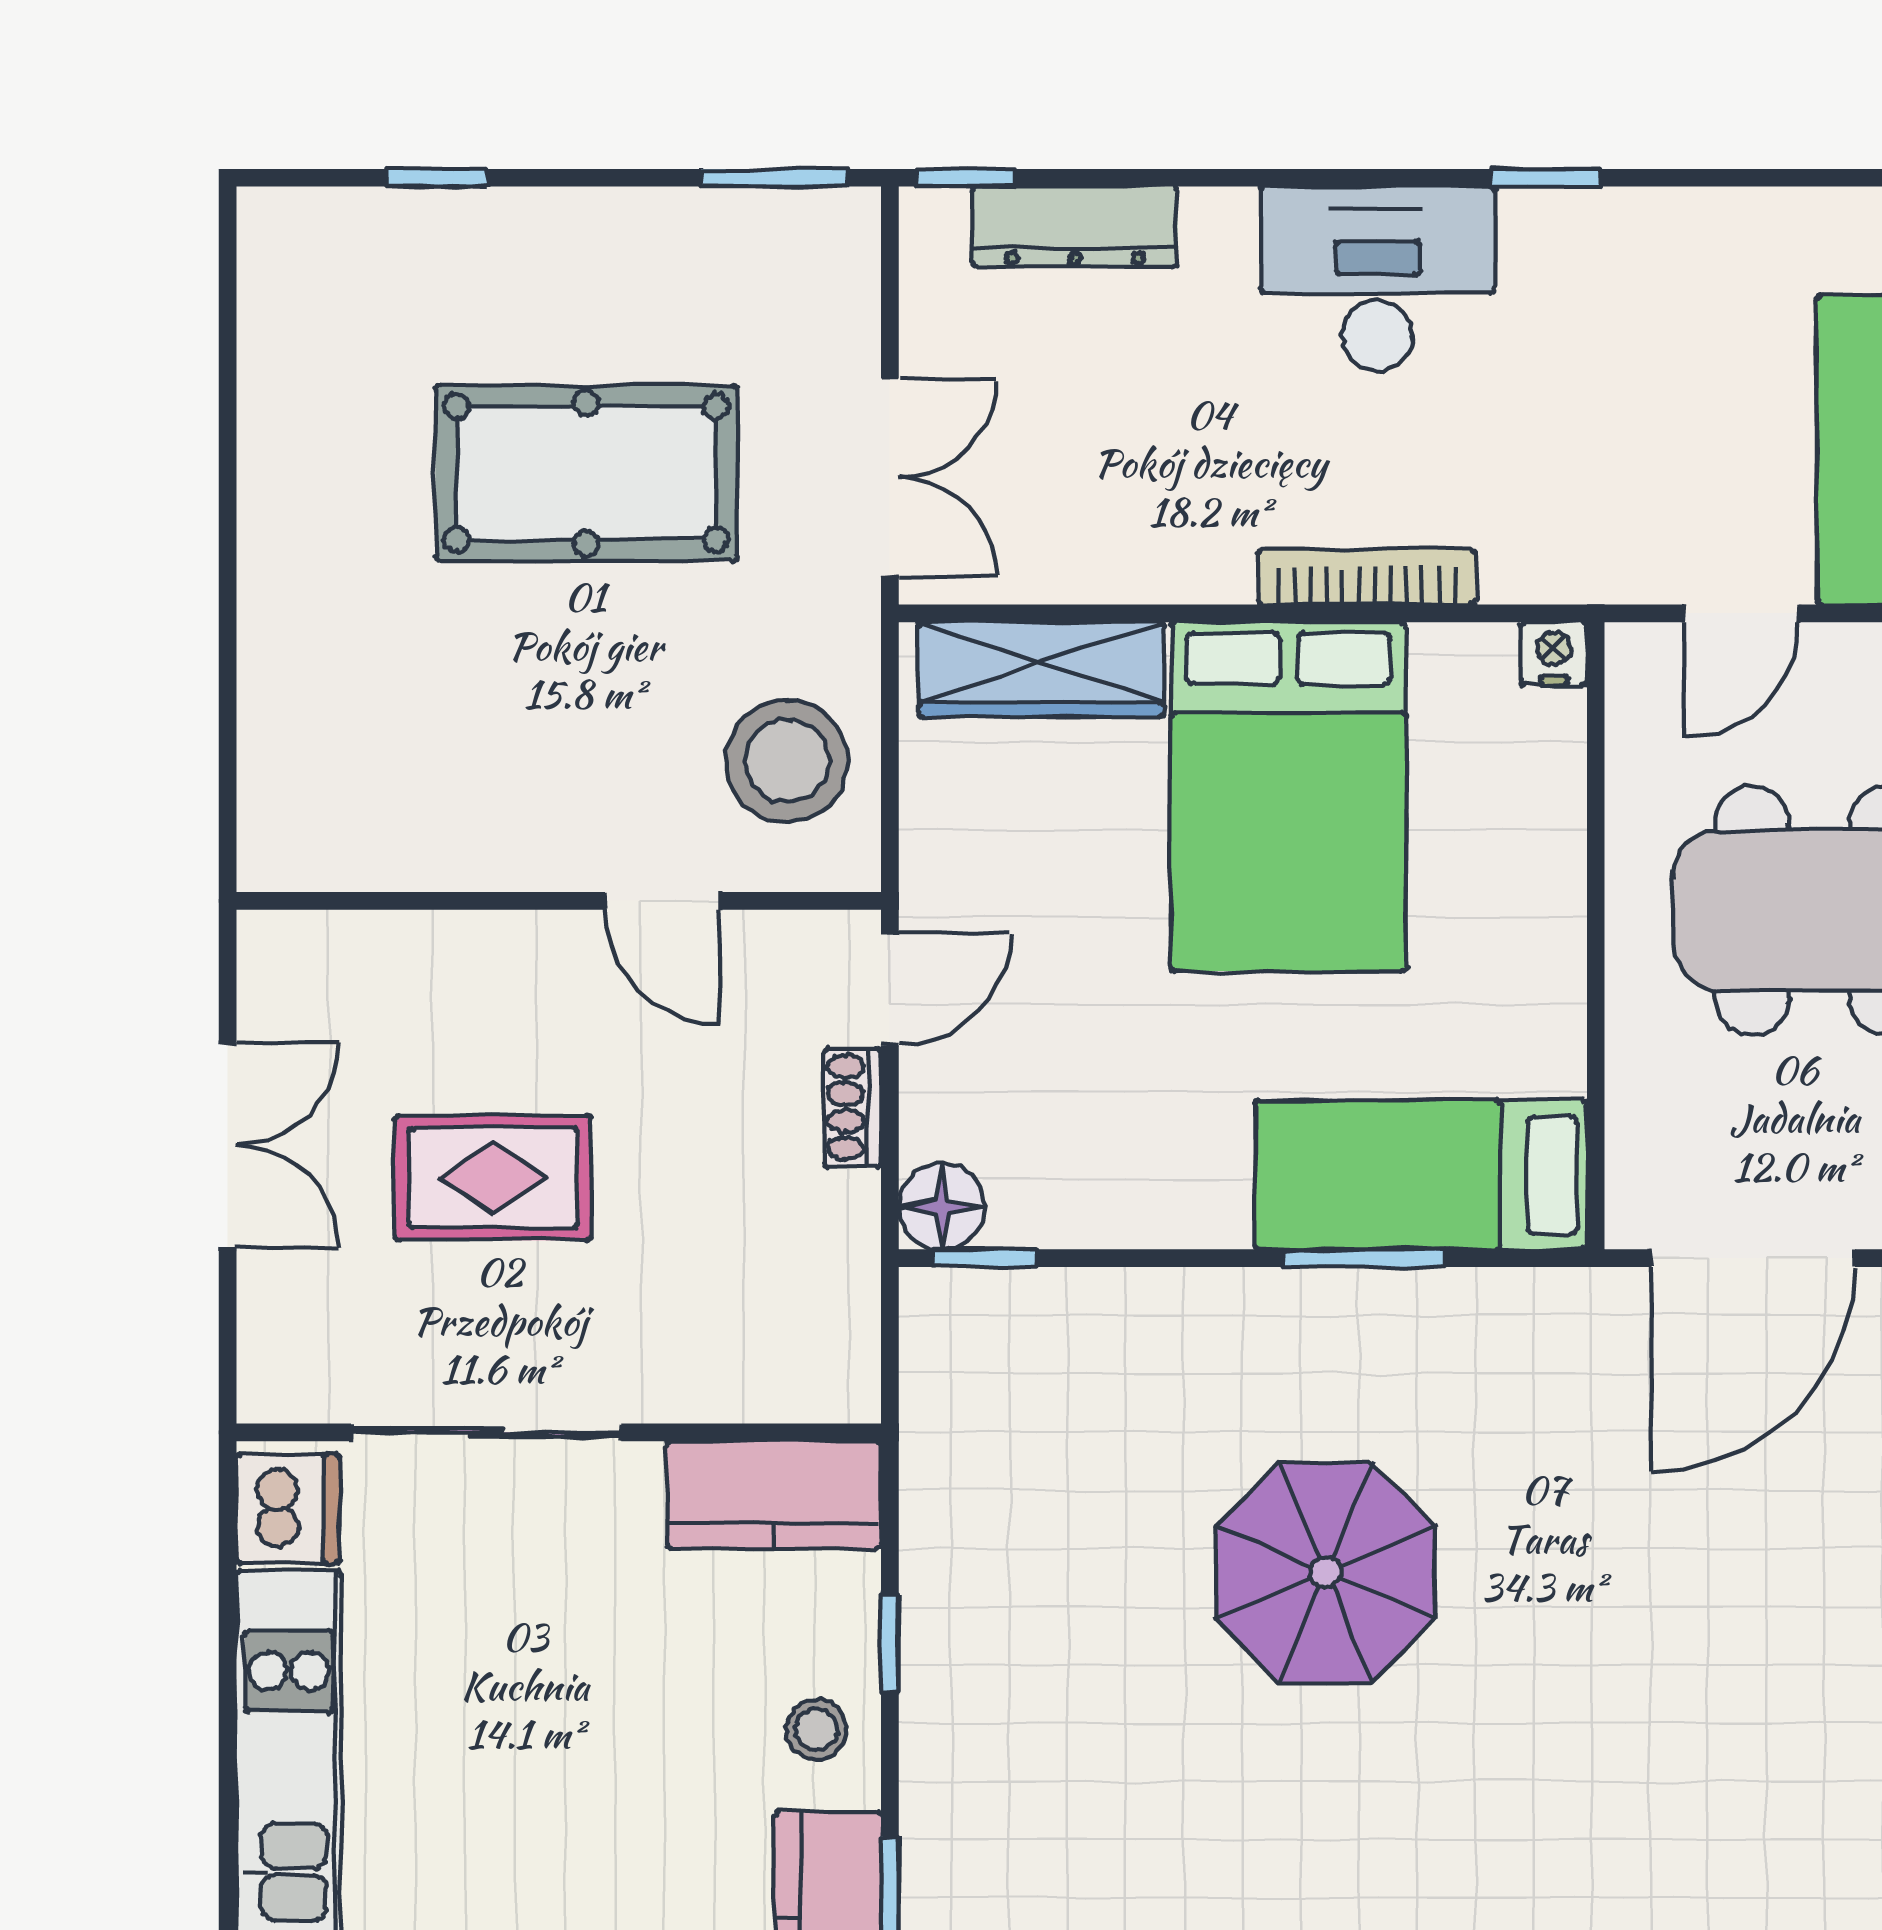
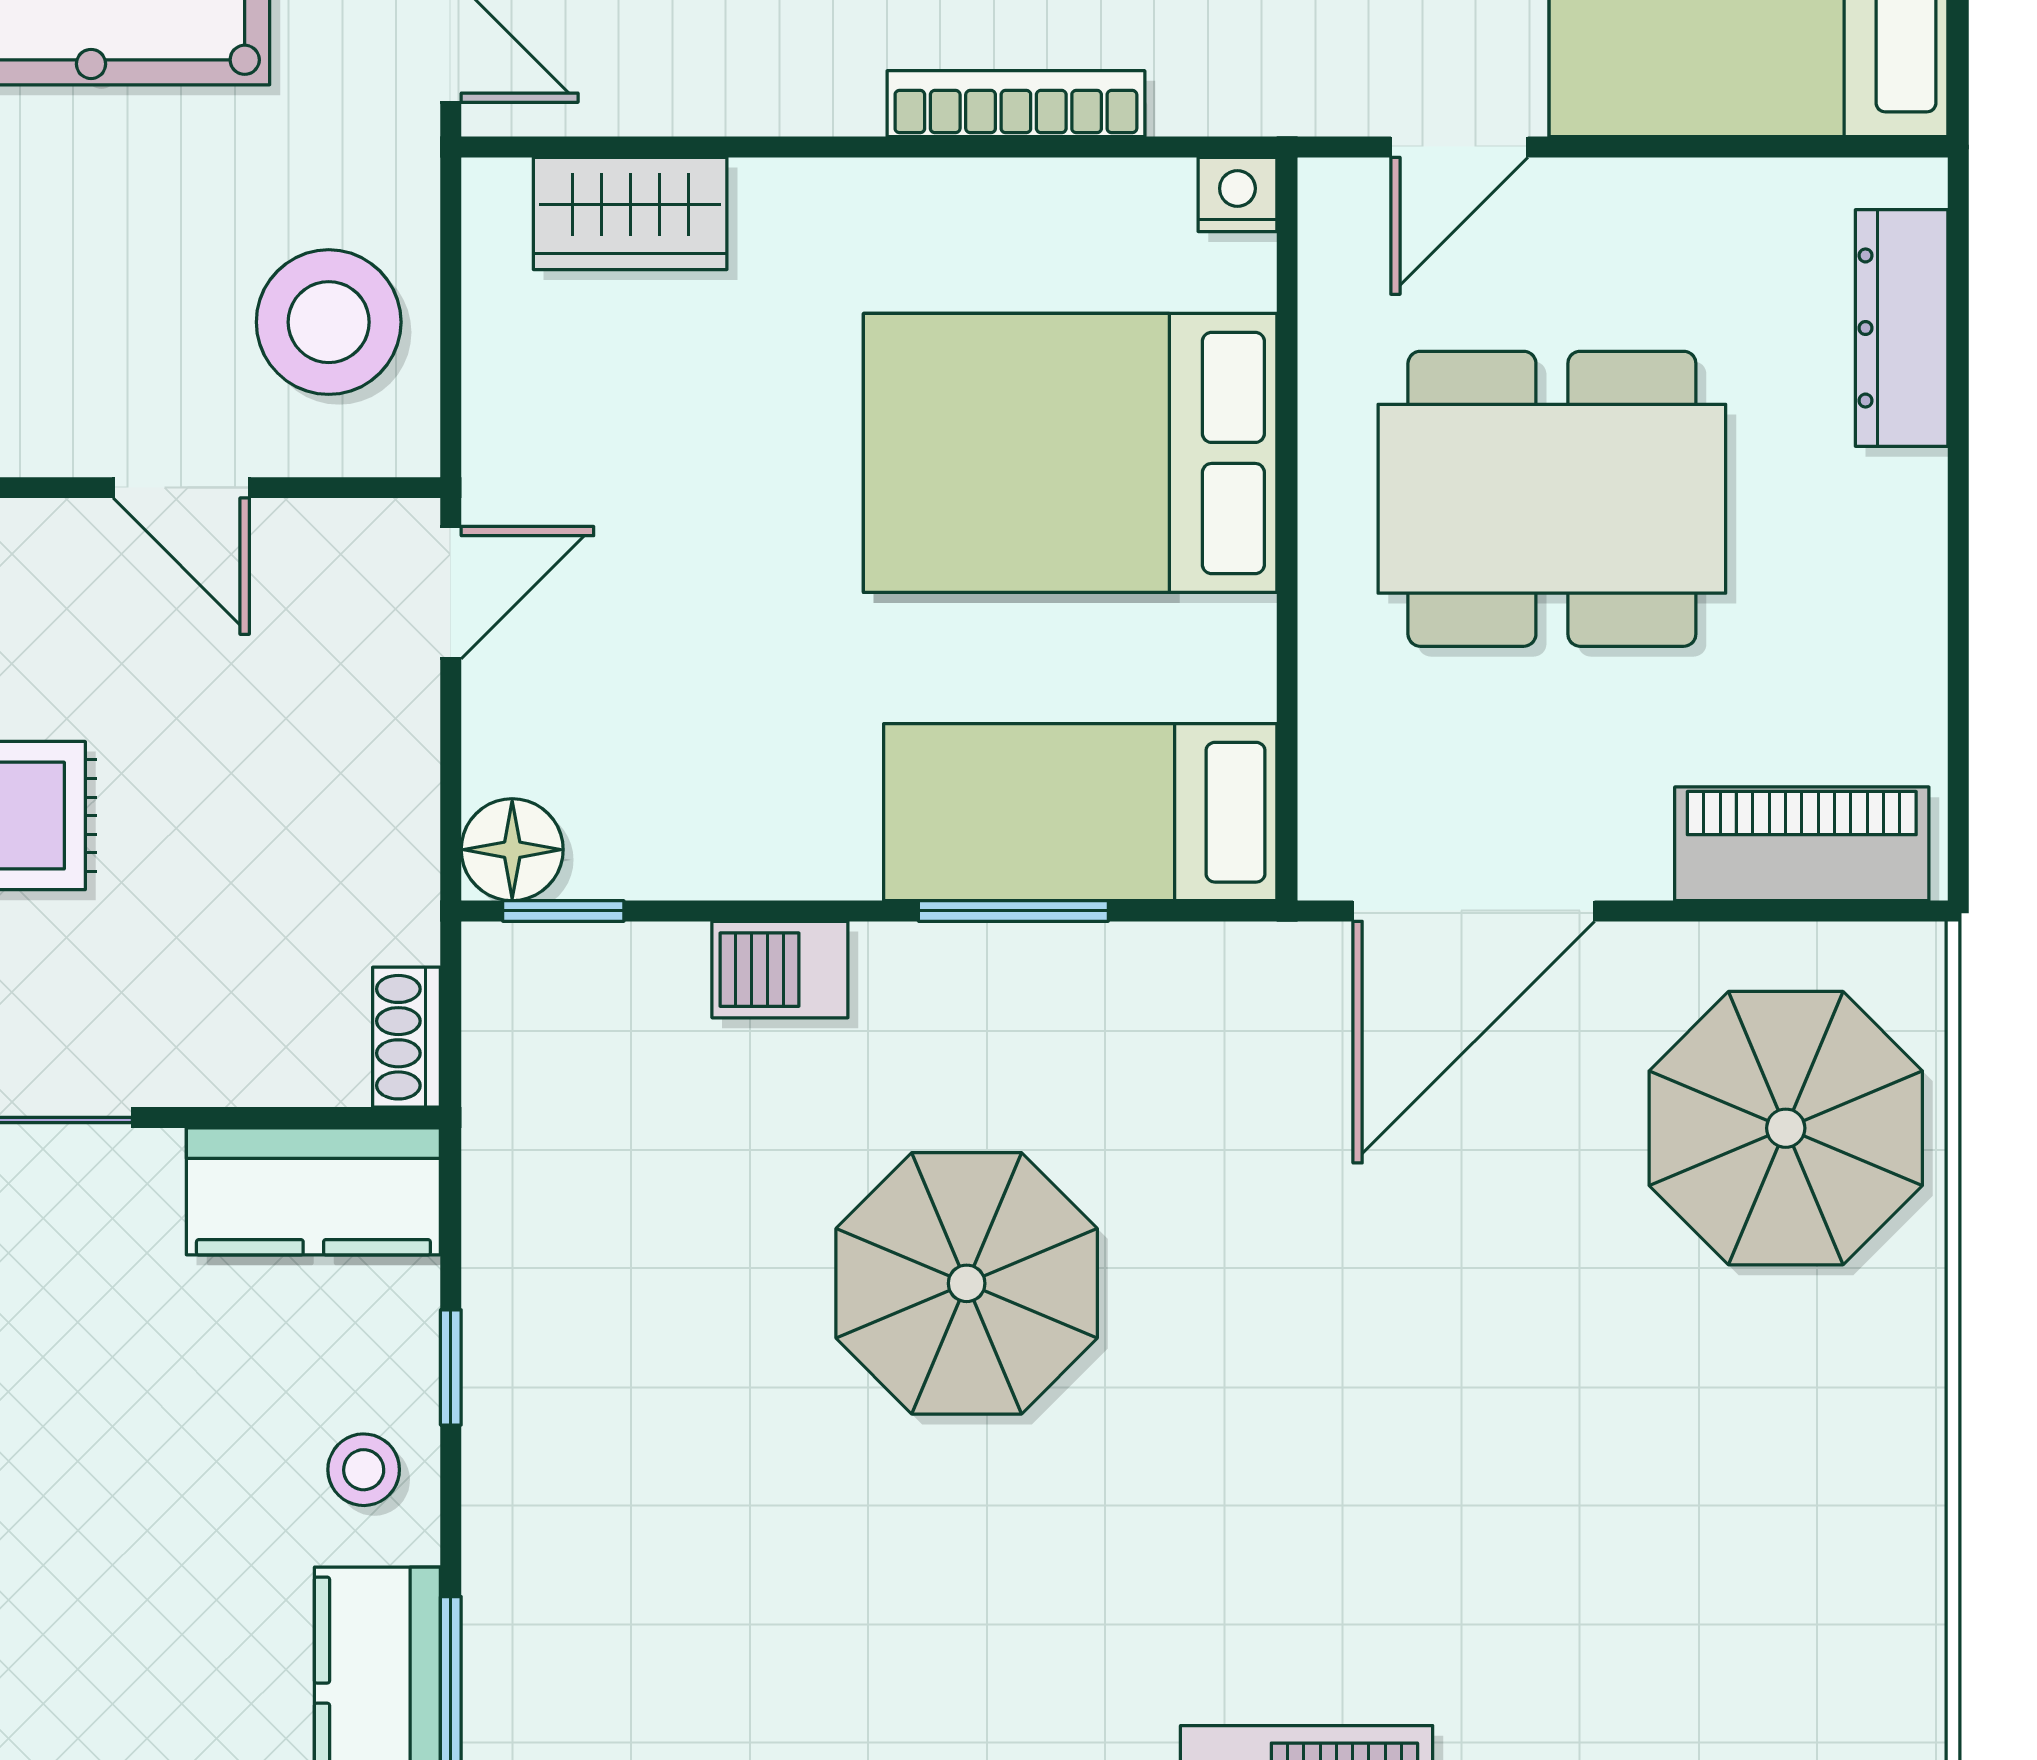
wardrobe: (1041, 670) -> (630, 213), width x0.67
bed: (1289, 797) -> (1070, 453), moved, turned 90
shoe rack: (853, 1108) -> (407, 1037), moved
barbecue: (1168, 1308) -> (780, 970), added

